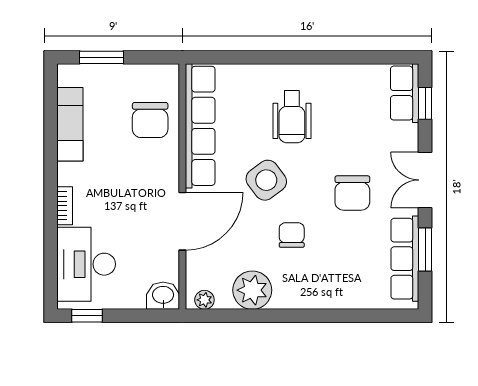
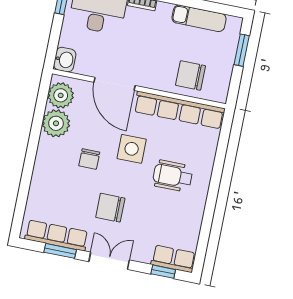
side table: (266, 180) -> (132, 149), turned 37
chair: (292, 235) -> (89, 159), turned 90
plant: (204, 300) -> (61, 95), width x1.87, depth x1.87

